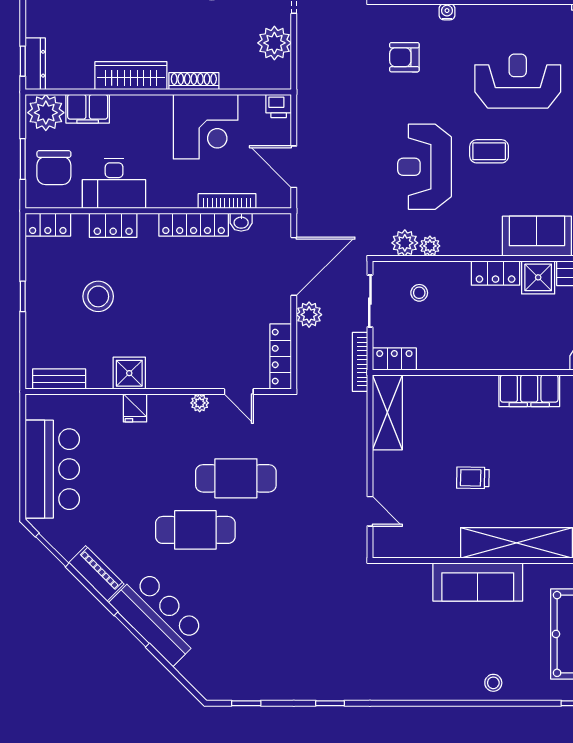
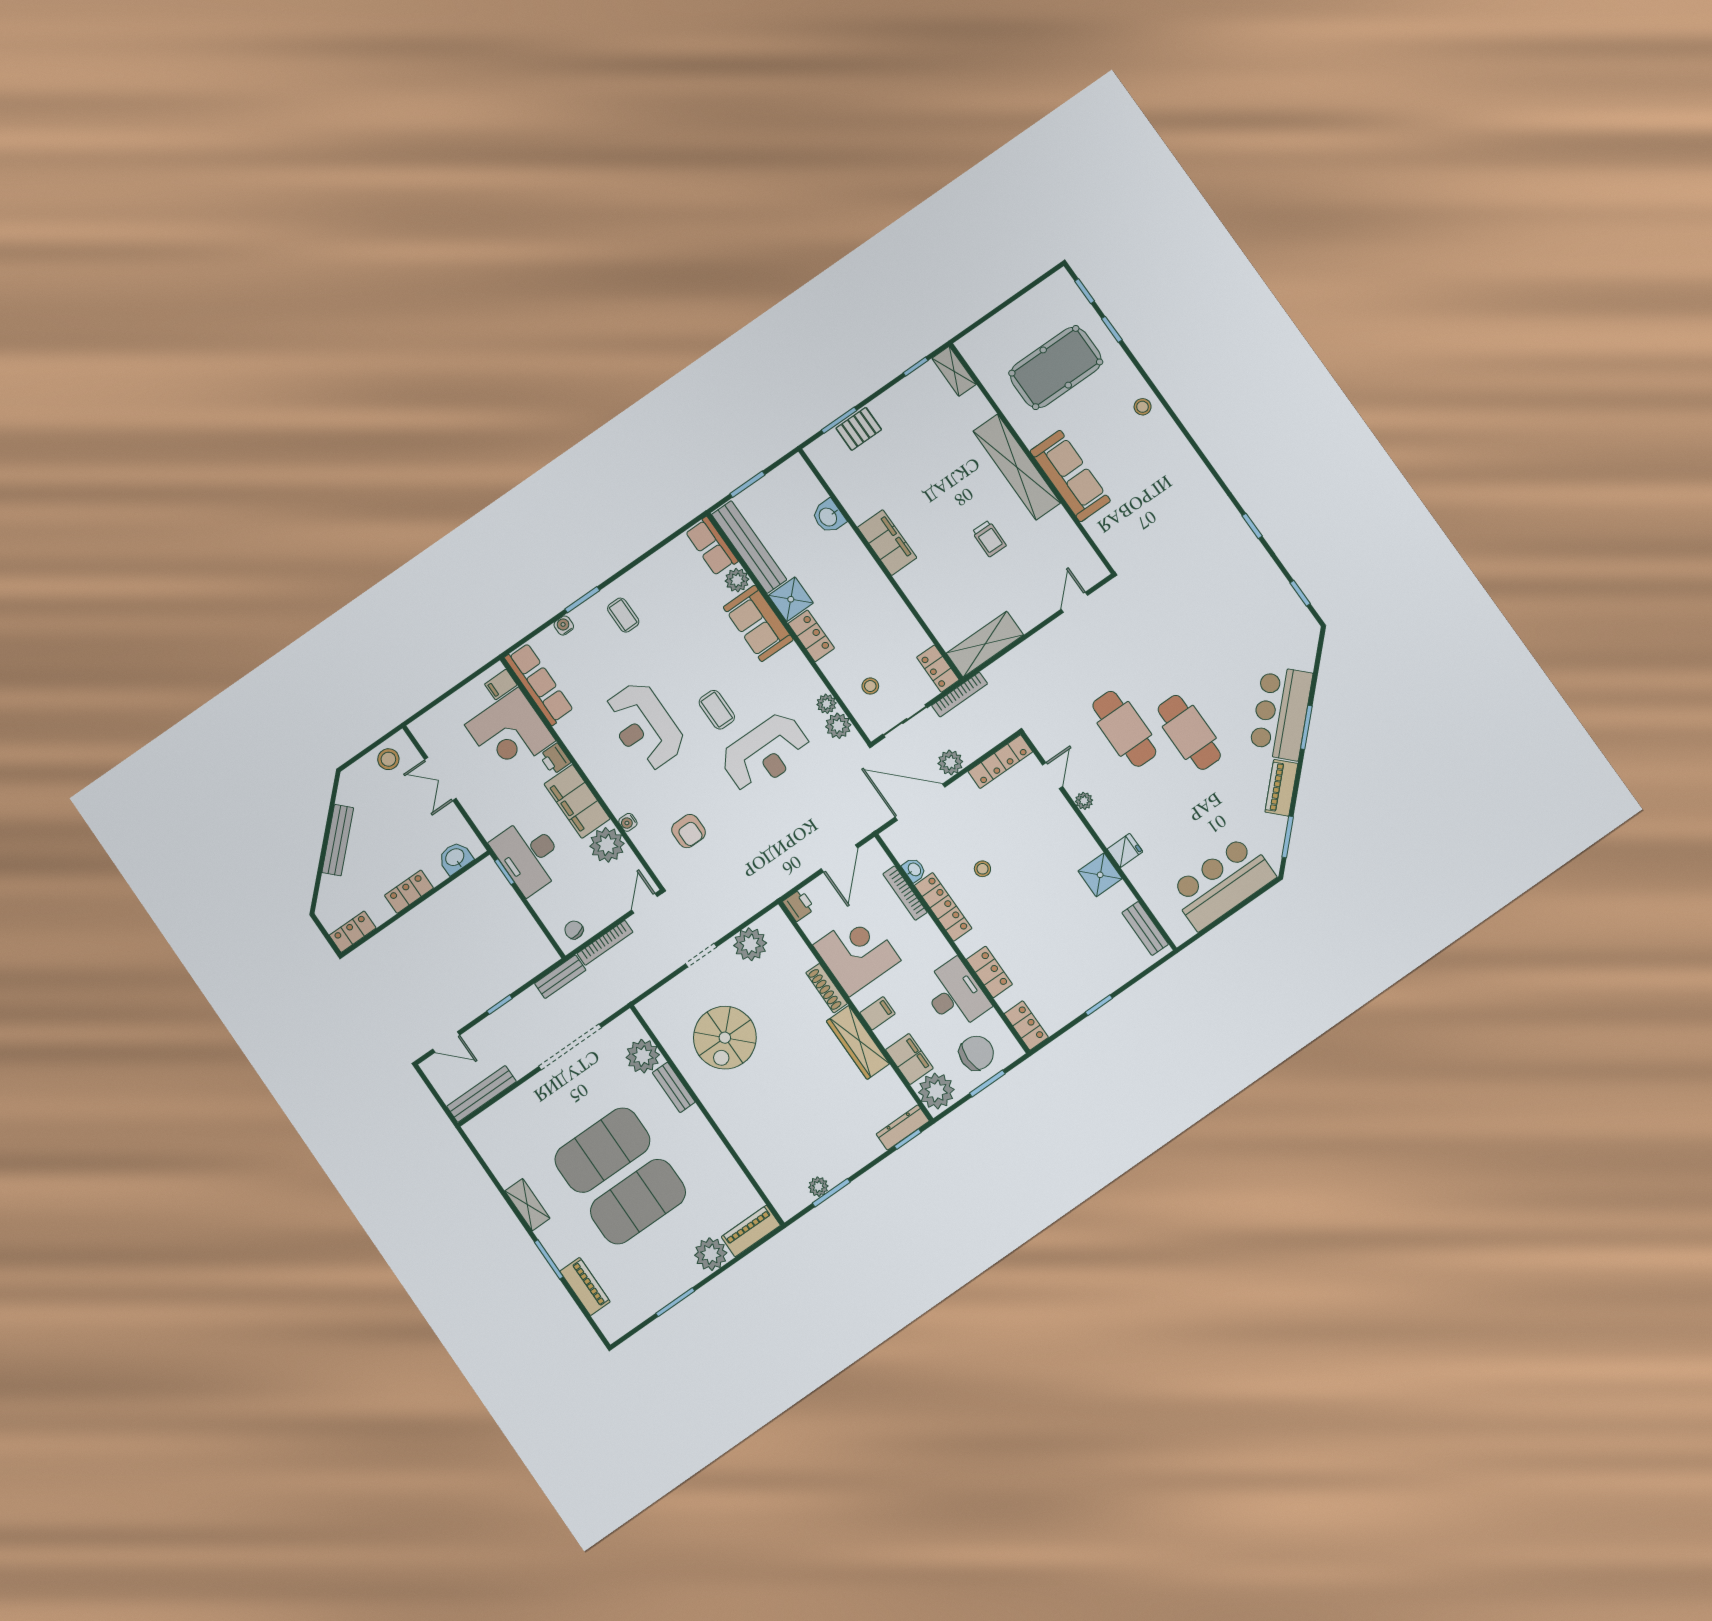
filing cabinet: (144, 109) -> (878, 1013), added
stool: (98, 296) -> (982, 869), moved, width x0.53, depth x0.53

